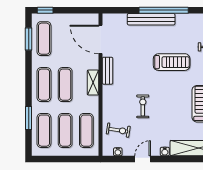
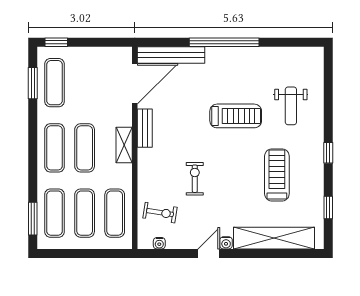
bench: (151, 19) -> (171, 55), moved
door: (100, 39) -> (135, 84), swing flipped
window: (29, 118) -> (33, 219), moved
door: (143, 159) -> (209, 253), moved

